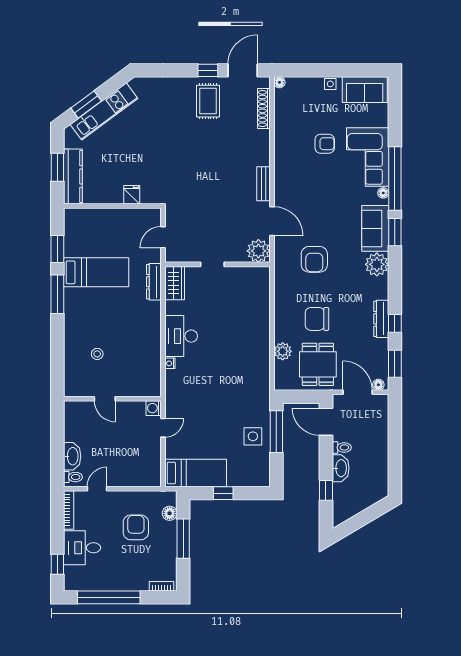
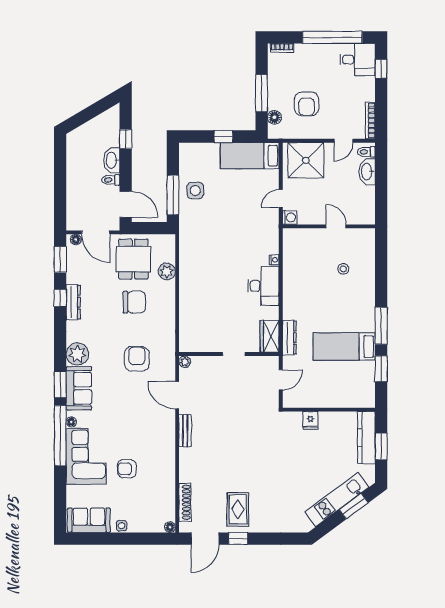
plant: (258, 251) -> (185, 362), width x0.53, depth x0.53
shower: (137, 468) -> (306, 160), added
desk: (82, 548) -> (358, 60), moved

